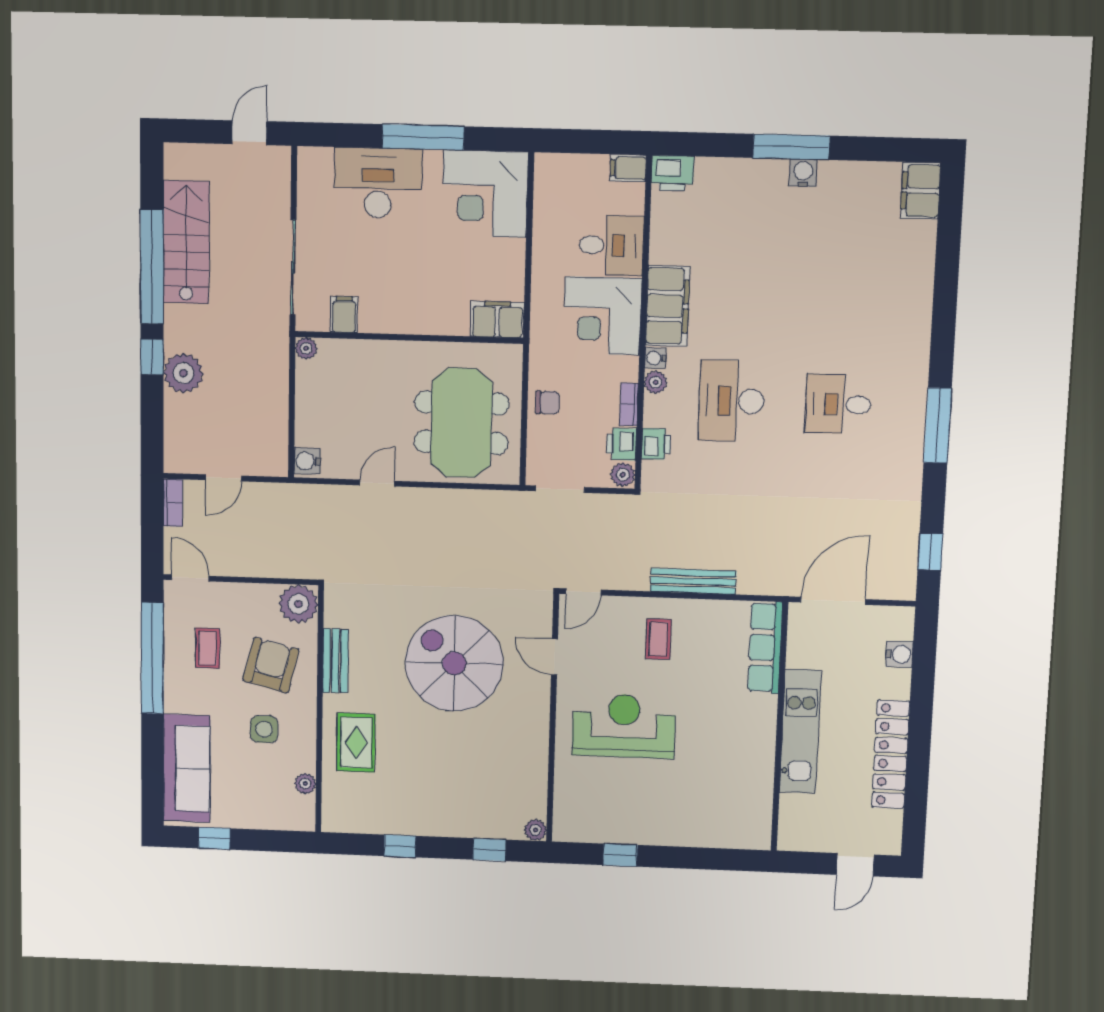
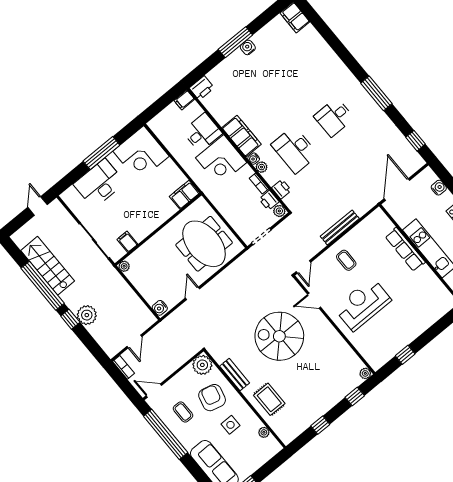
chair: (547, 403) -> (229, 209), removed
row of seats: (765, 648) -> (405, 249), moved

